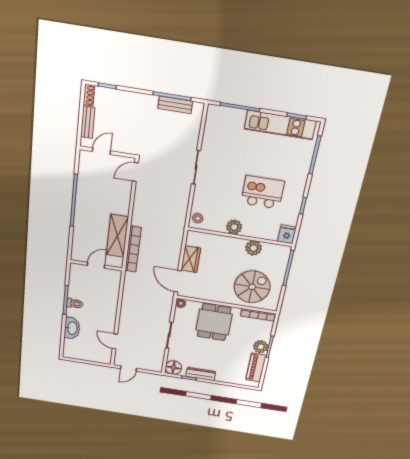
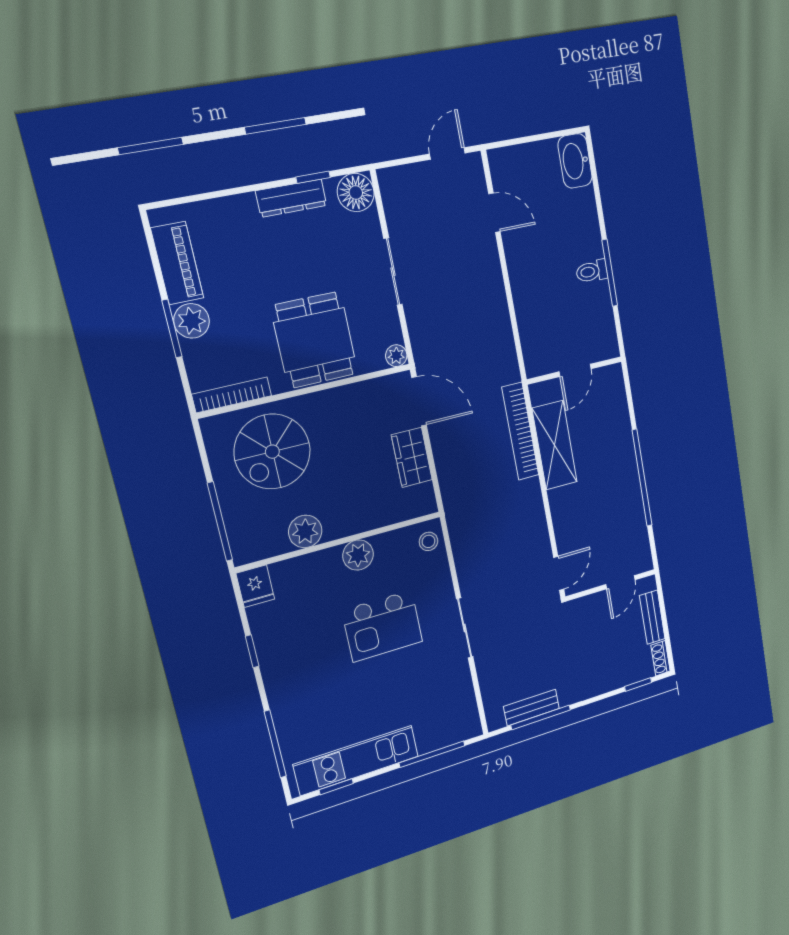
kitchen island: (263, 192) -> (382, 626), moved
washbasin: (72, 328) -> (575, 161), moved

